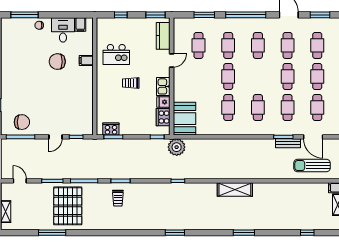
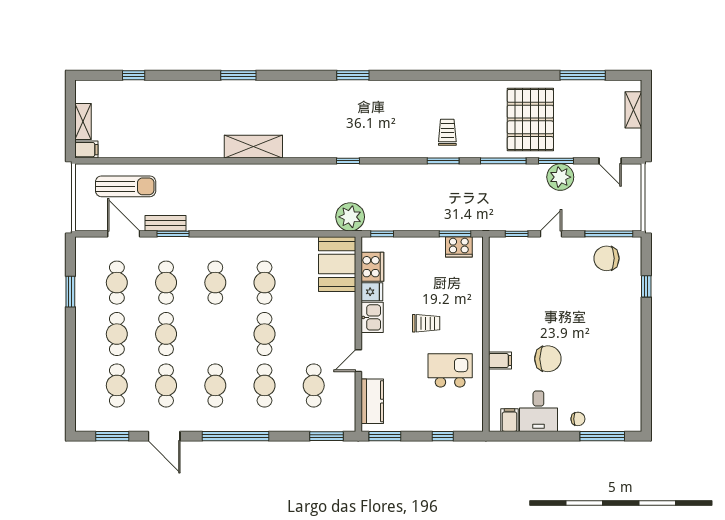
window: (204, 15) -> (326, 436), moved
plant: (50, 171) -> (560, 177), added
window: (52, 233) -> (583, 75), moved

